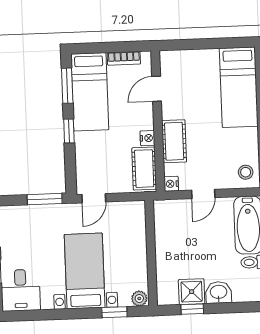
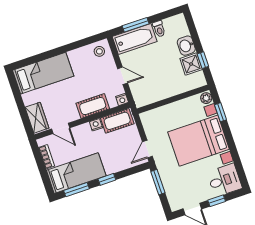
wardrobe: (181, 61) -> (37, 118), added
door: (94, 198) -> (147, 149), swing flipped
bed with nightstands: (85, 271) -> (199, 141), width x1.36

